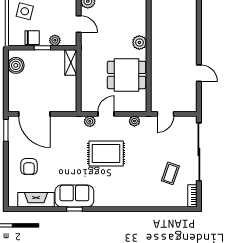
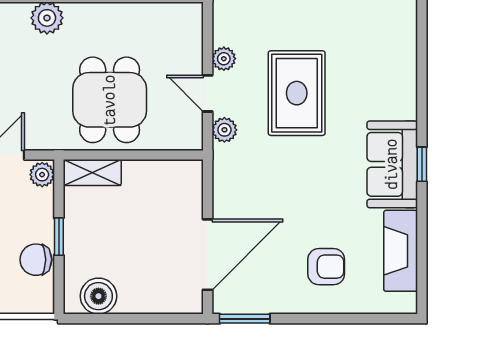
chair: (32, 38) -> (36, 260), turned -90
plant: (55, 40) -> (42, 175), moved
dining table: (127, 75) -> (110, 100), moved
plant: (134, 121) -> (224, 59), moved

